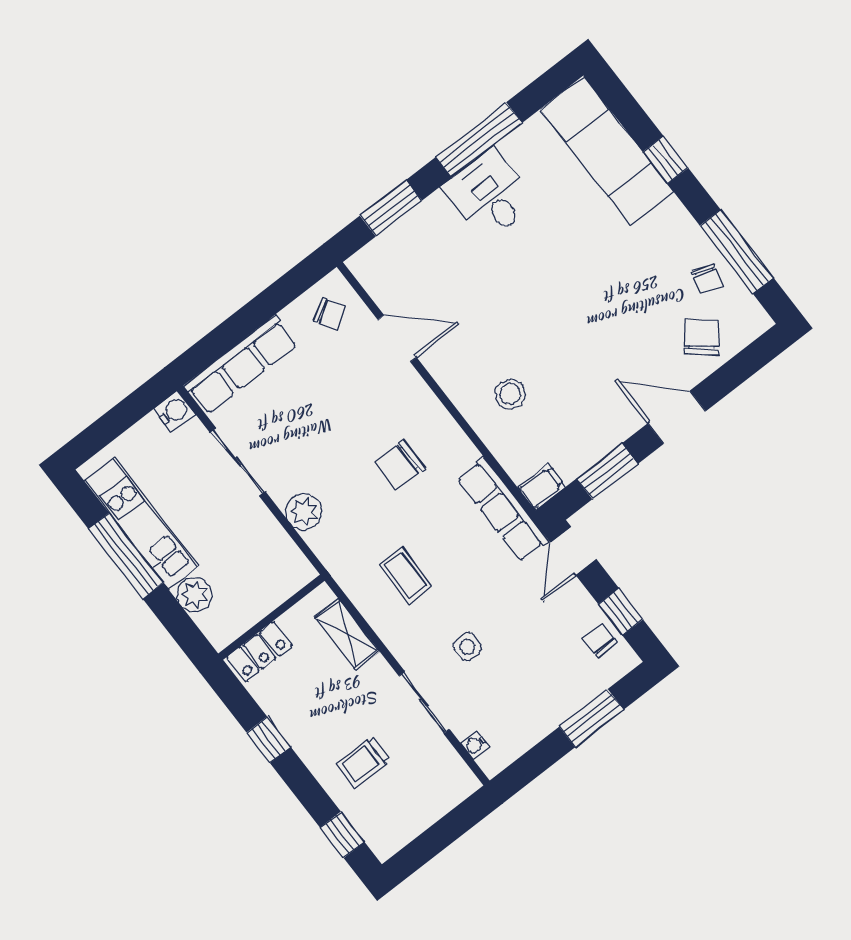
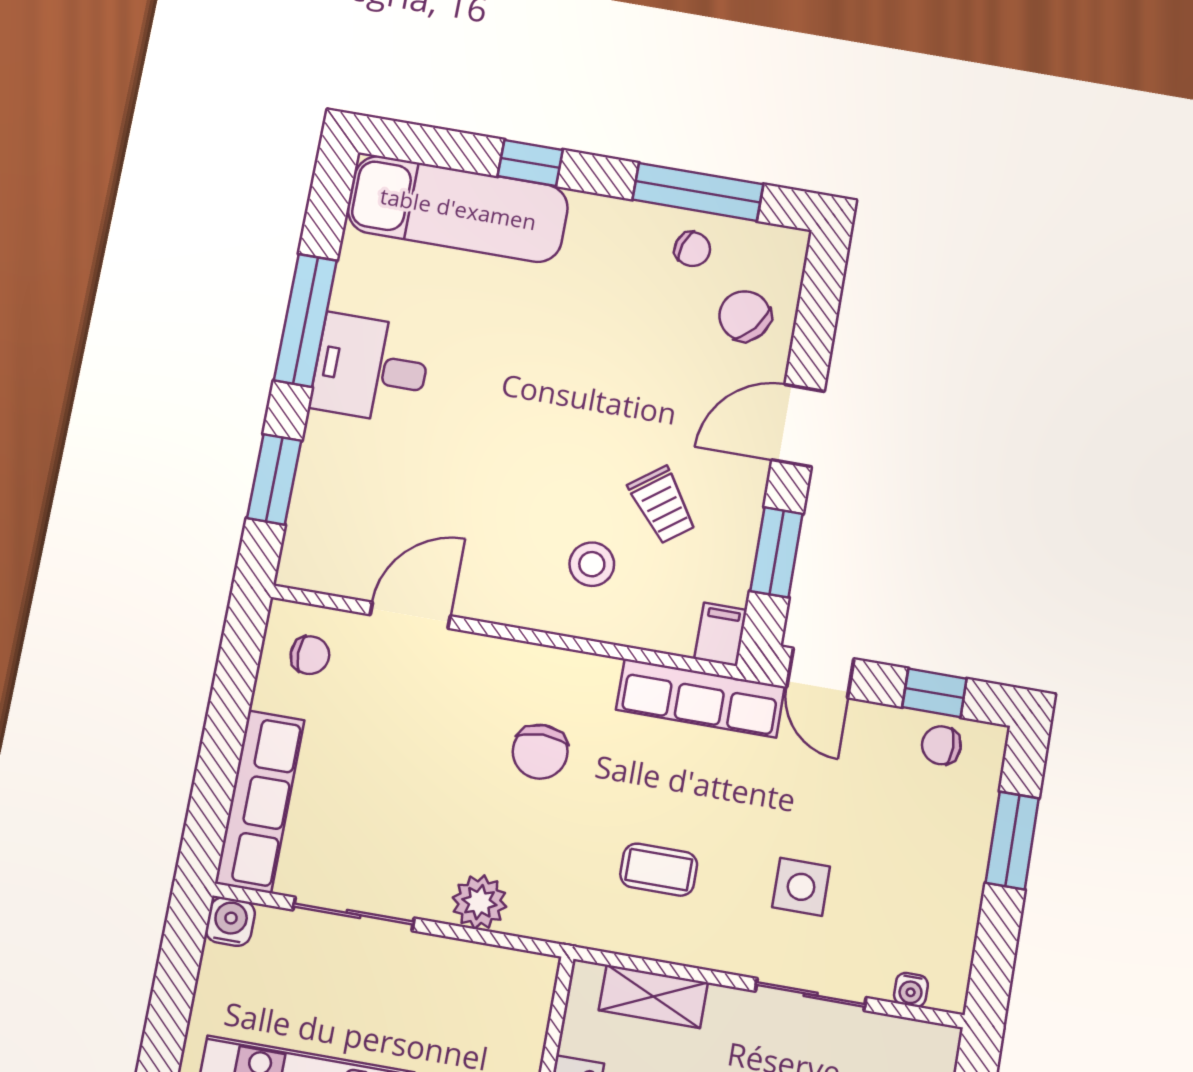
chair: (330, 314) -> (310, 655), turned 32
trolley: (572, 396) -> (662, 505), added
side table: (467, 647) -> (801, 887), width x1.37, depth x1.37

